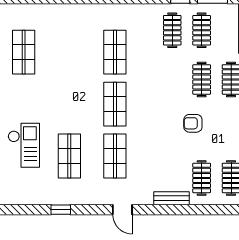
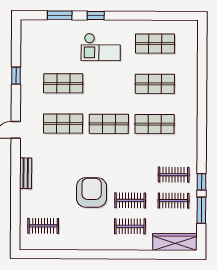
shop shelf: (69, 52) -> (155, 84), added
armchair: (193, 123) -> (92, 192), width x1.88, depth x1.88
checkout: (24, 145) -> (101, 47), moved
clothes rail: (202, 178) -> (43, 200), removed

